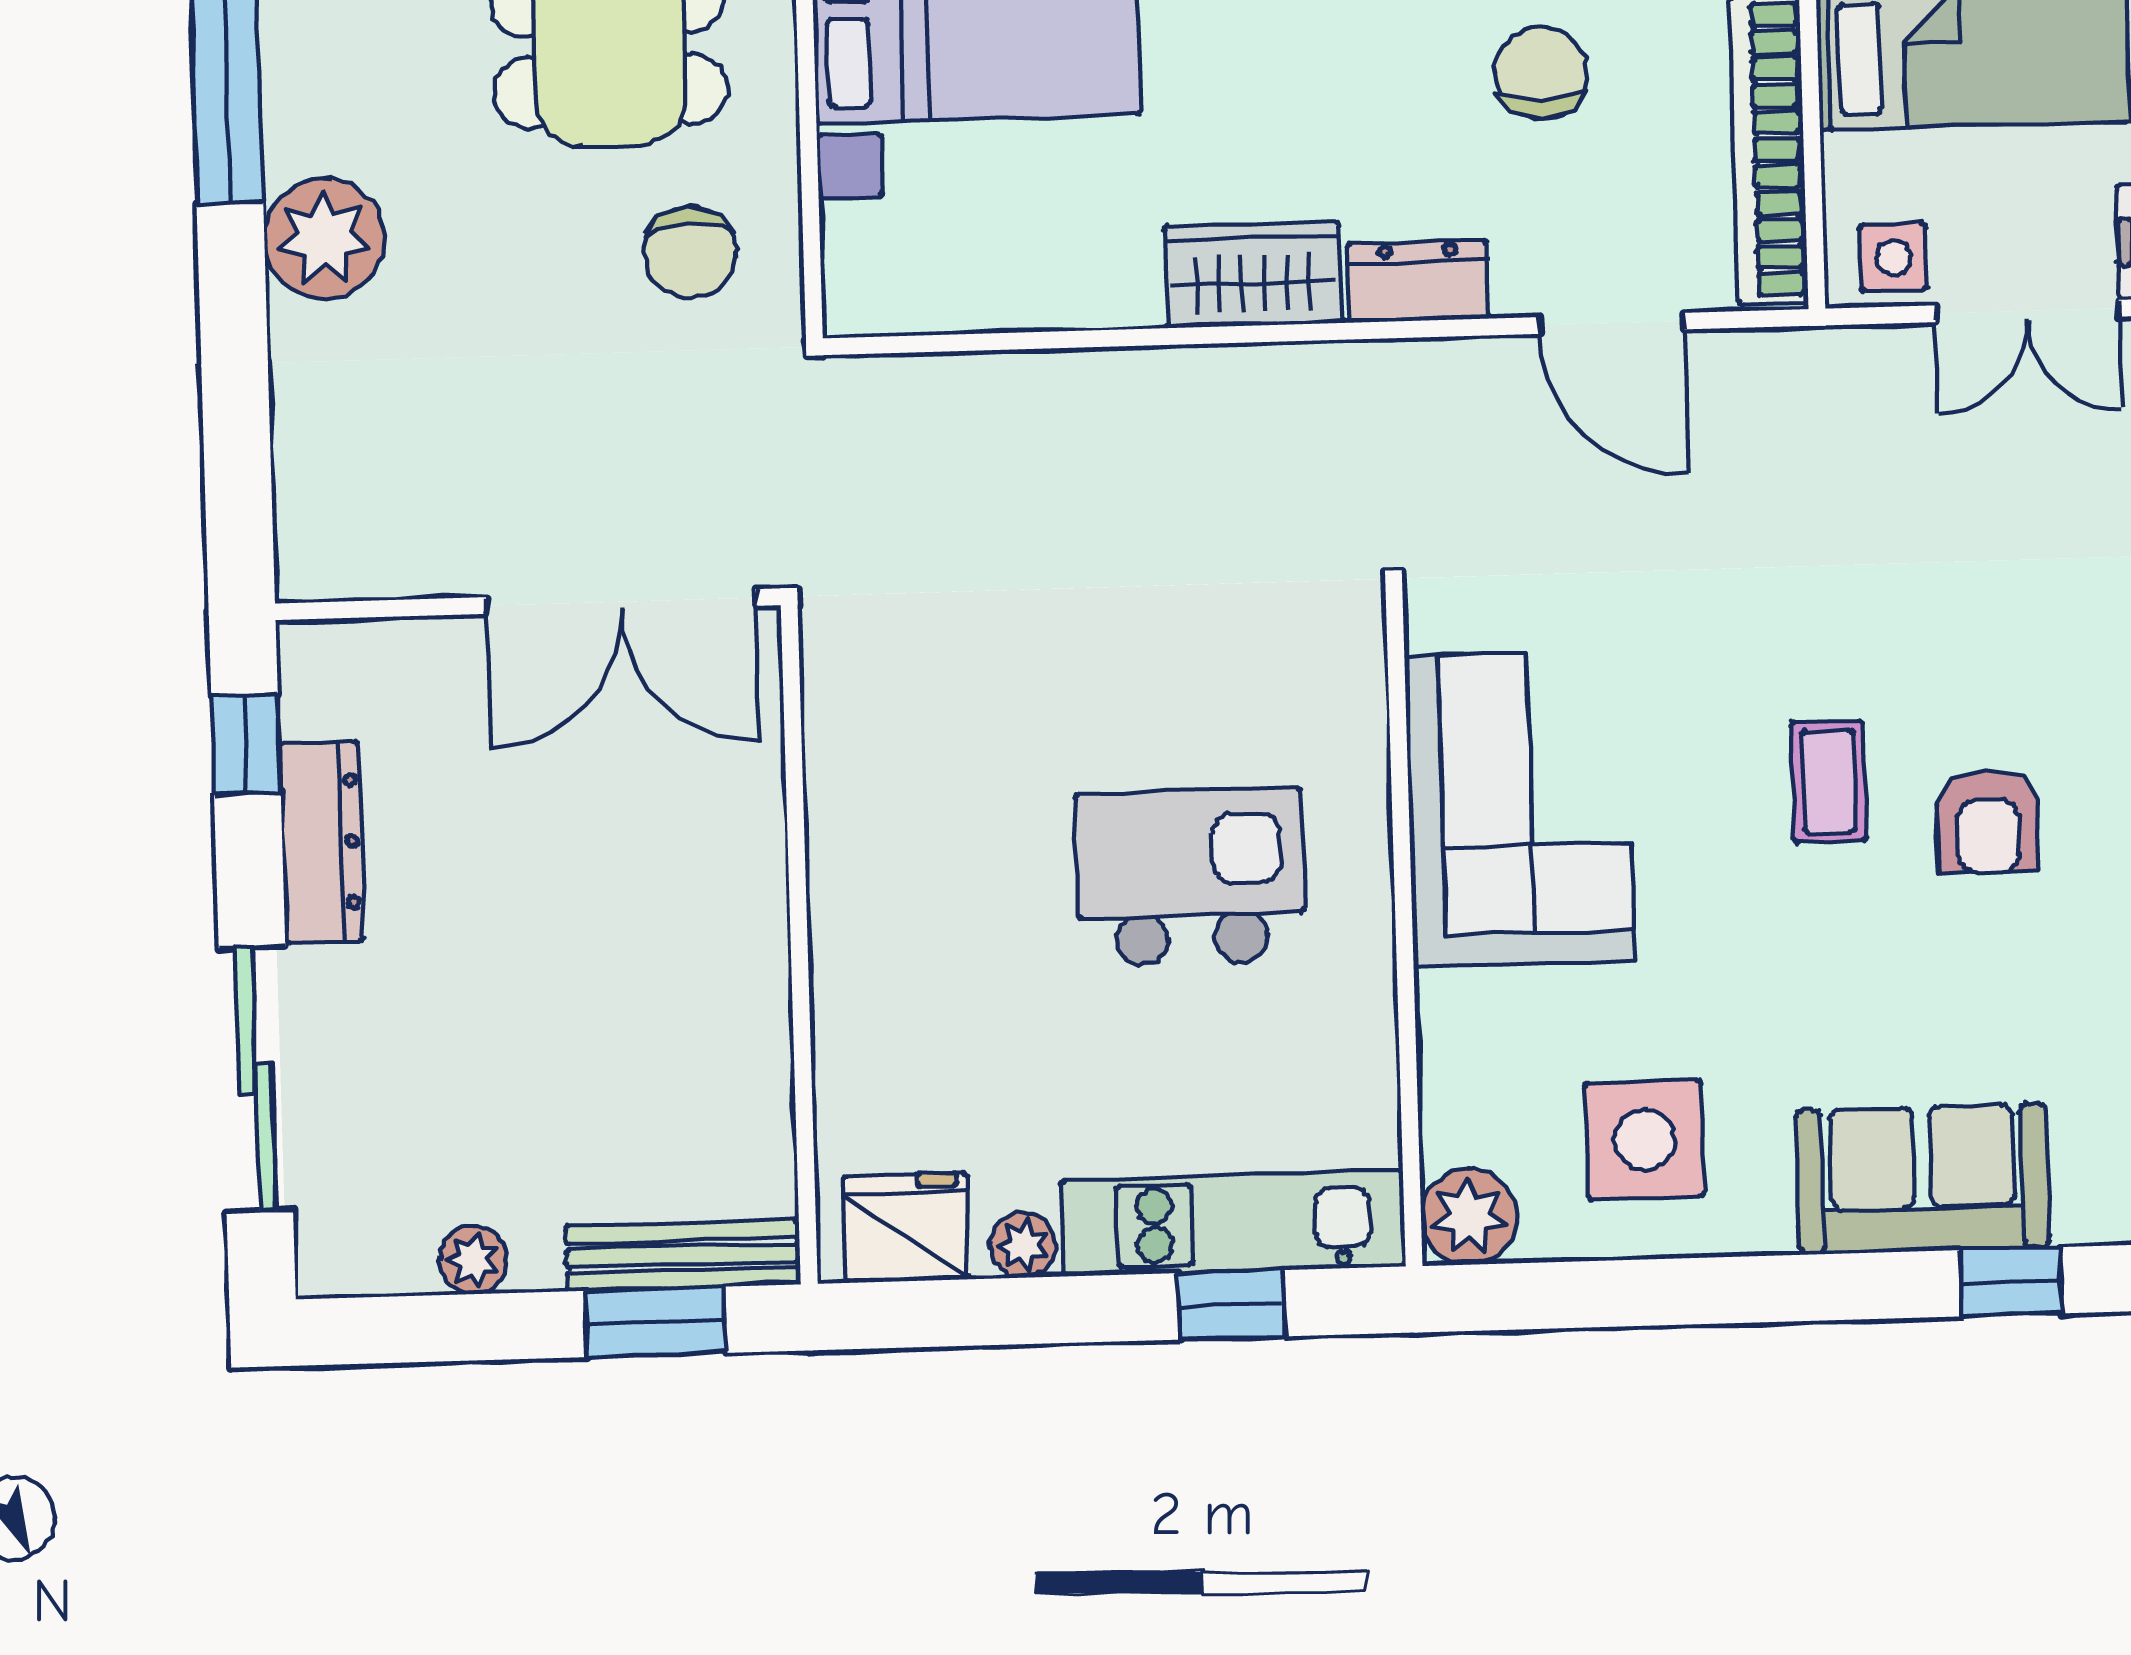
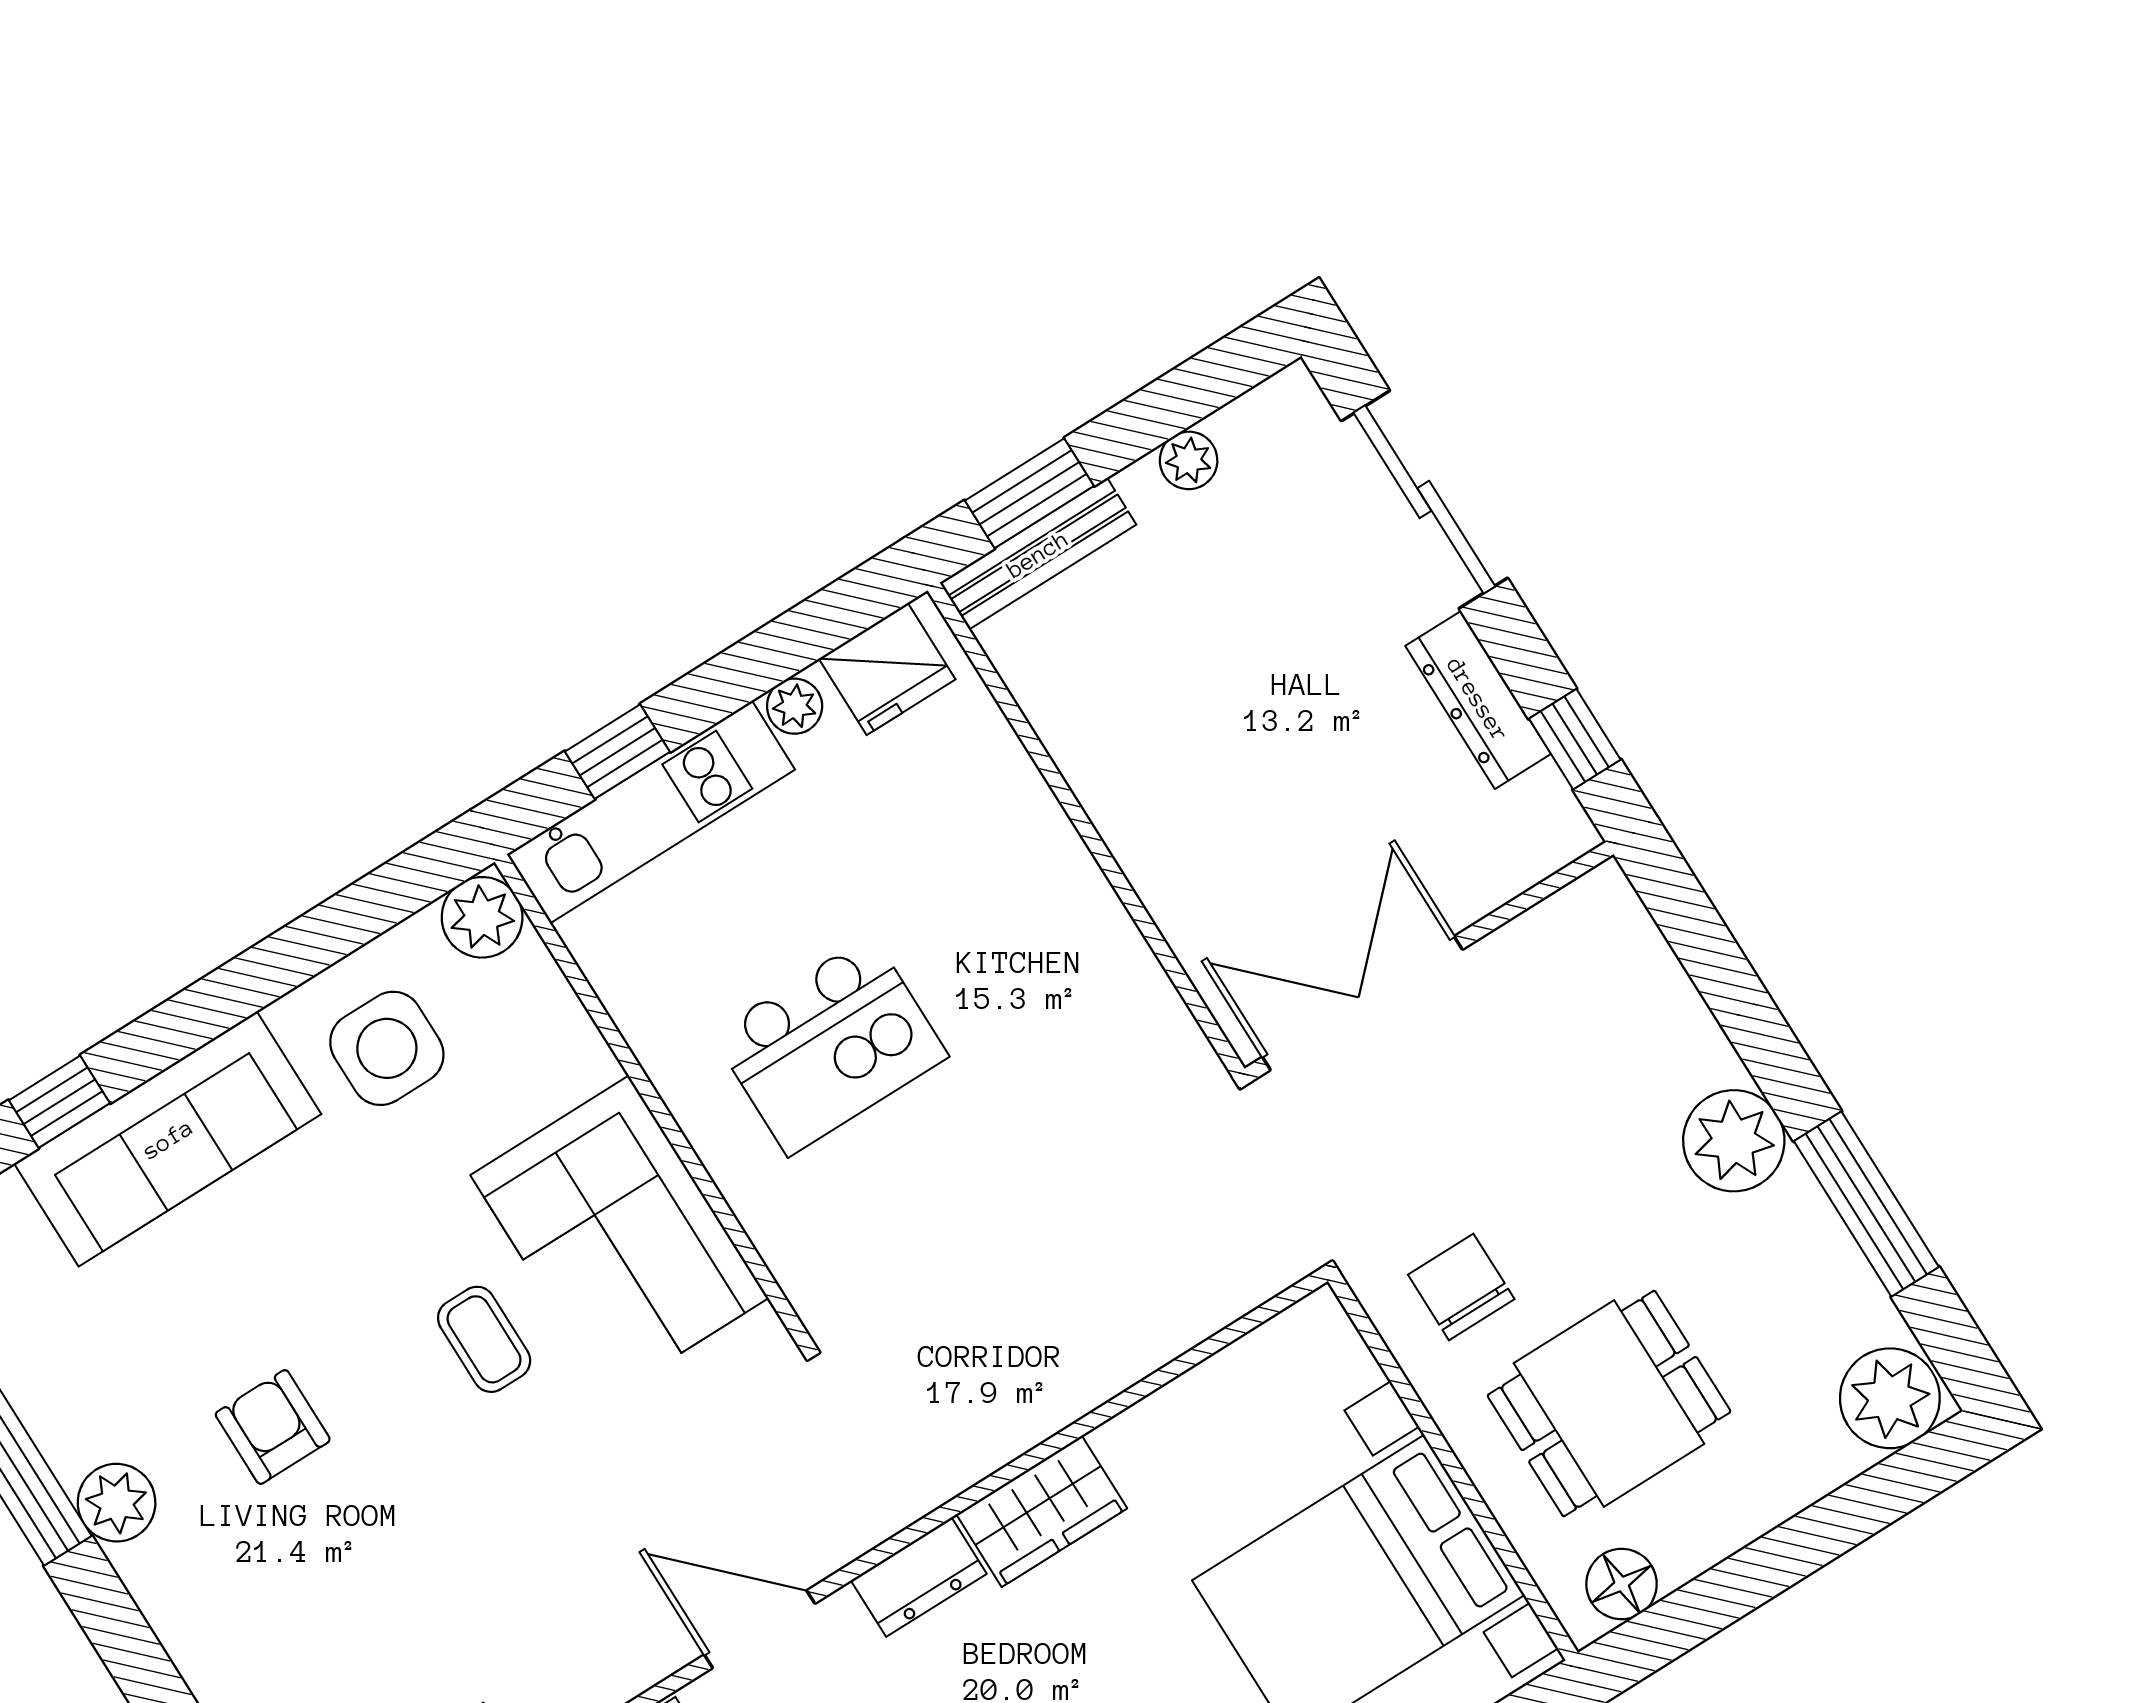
coffee table: (1829, 781) -> (484, 1339), moved
sofa: (1923, 1179) -> (168, 1139), width x1.36

